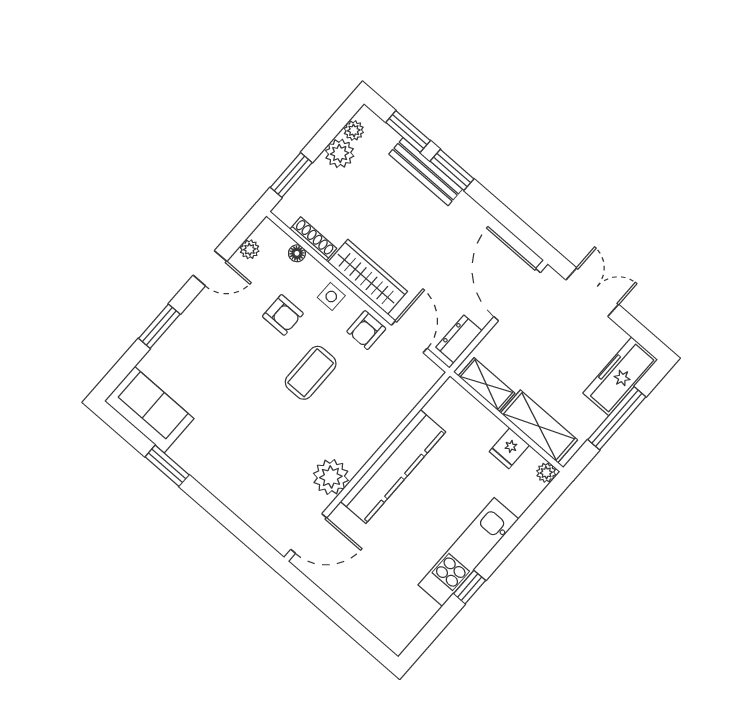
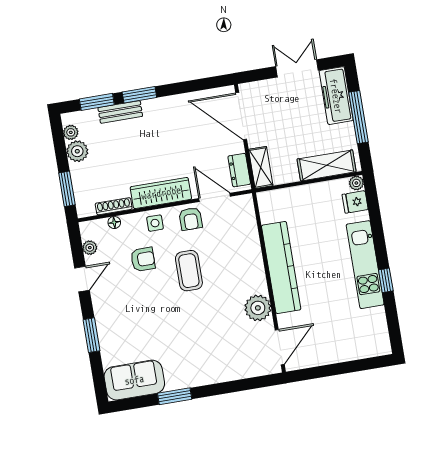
bench: (426, 172) -> (120, 112), width x0.73
double door: (592, 292) -> (297, 68), moved
shelving: (486, 385) -> (261, 167), moved, turned 90
fridge: (509, 448) -> (355, 202), moved, turned 90

